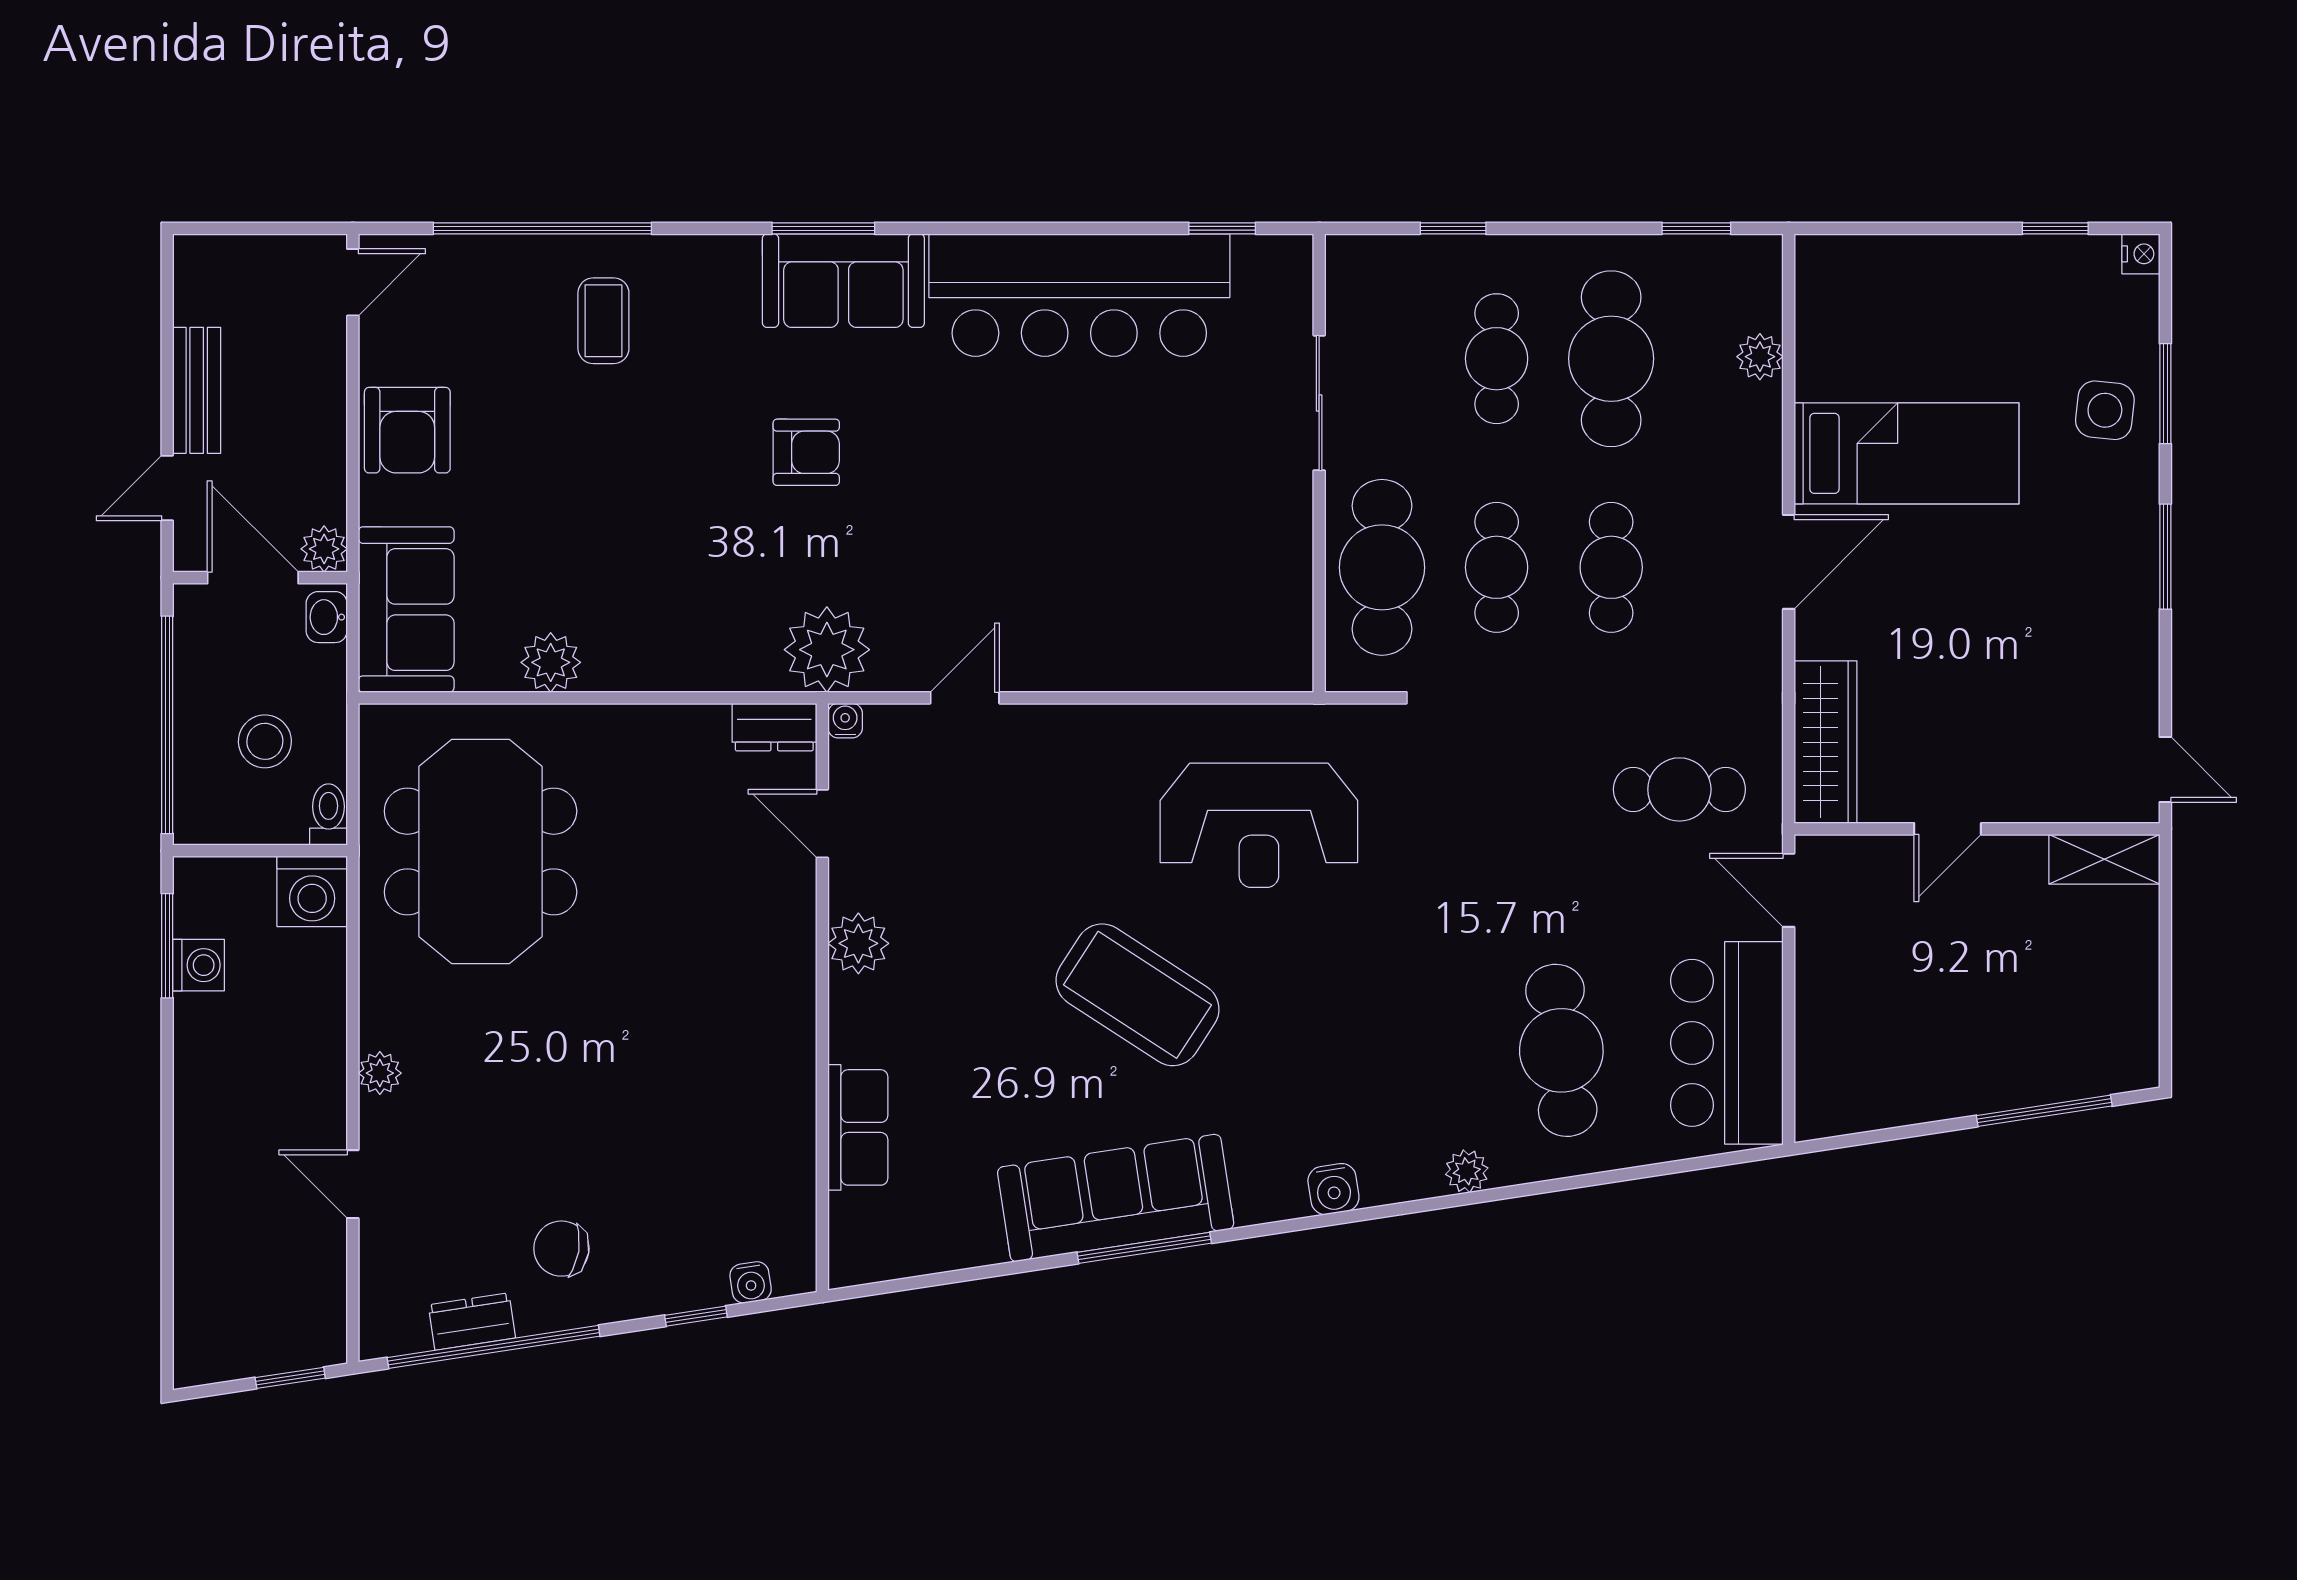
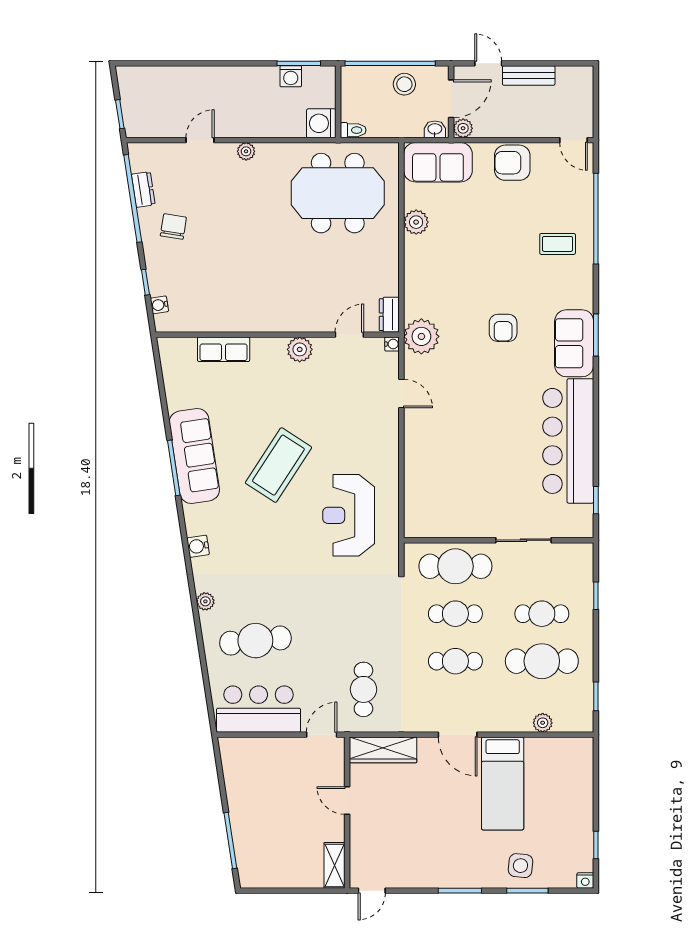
stool: (265, 741) -> (404, 84), moved

